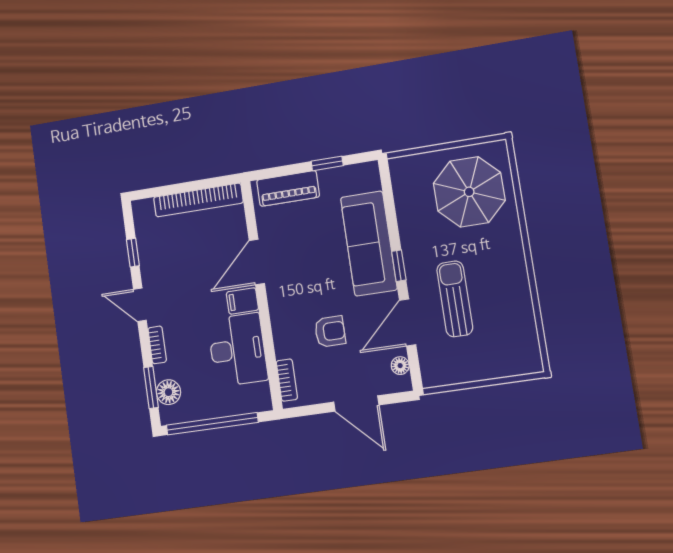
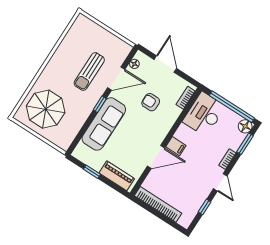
desk: (238, 350) -> (204, 114), moved
floor lamp: (168, 392) -> (245, 126), moved

